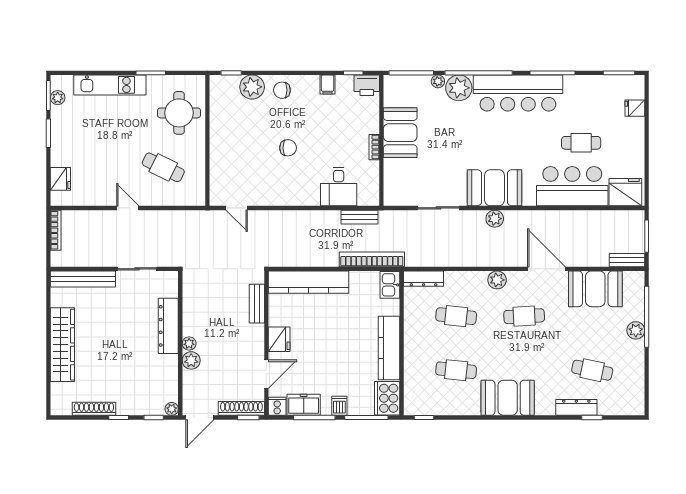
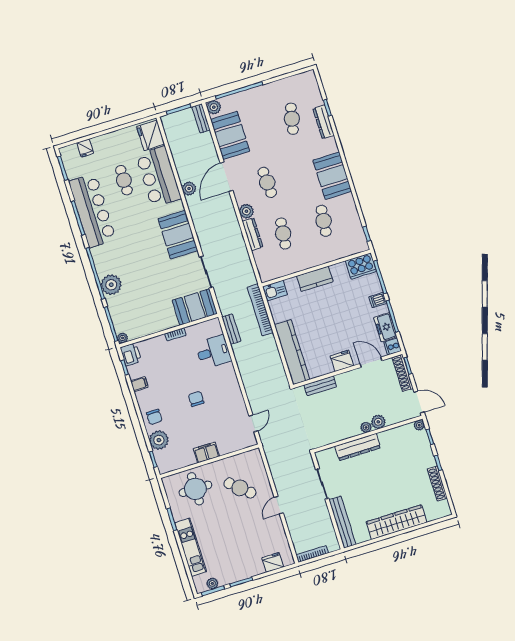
plant: (438, 81) -> (122, 338), moved
bar counter: (518, 93) -> (92, 210), moved
booth: (400, 133) -> (195, 307), moved
filing cabinet: (219, 140) -> (206, 452), added
cafe table: (163, 167) -> (240, 488), turned -75
plant: (495, 219) -> (189, 189), moved
dresser: (424, 279) -> (252, 234), moved
plant: (636, 330) -> (214, 107), moved
kitchen counter: (389, 348) -> (315, 279), width x0.67

